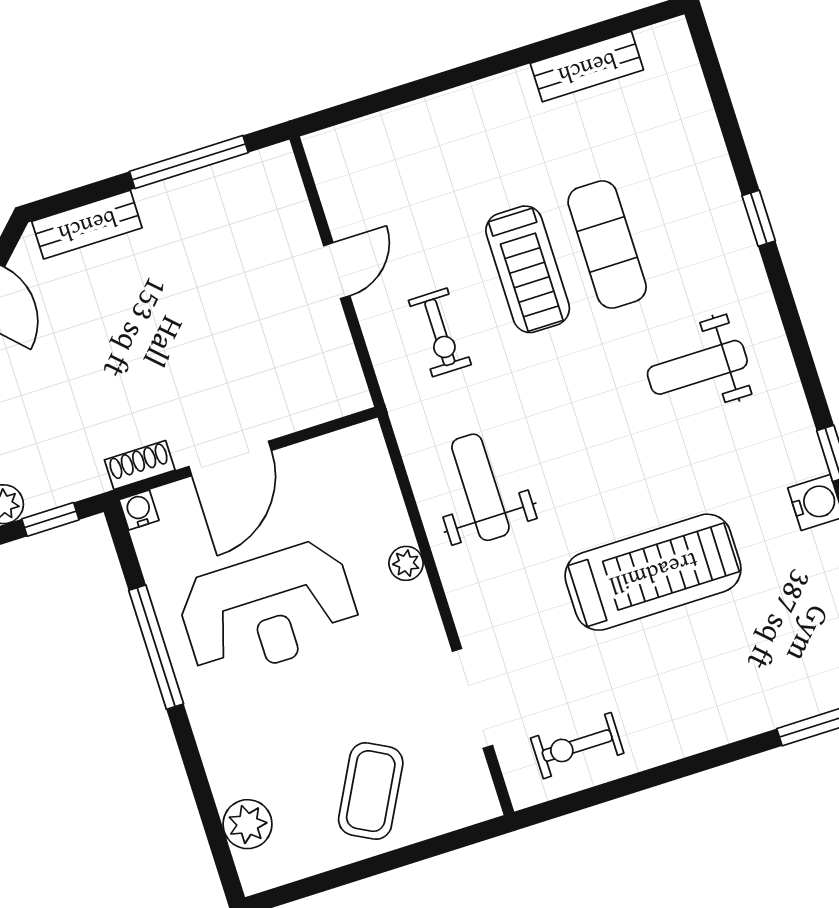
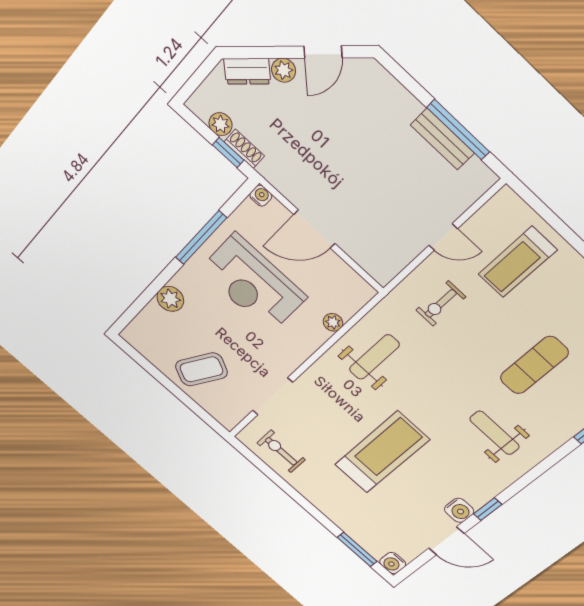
bench: (87, 225) -> (442, 139), moved
treadmill: (528, 269) -> (517, 262), moved
shoe rack: (140, 465) -> (244, 149), moved
plant: (406, 563) -> (333, 322), moved
treadmill: (653, 572) -> (382, 452), turned -90
plant: (248, 824) -> (170, 299), moved

